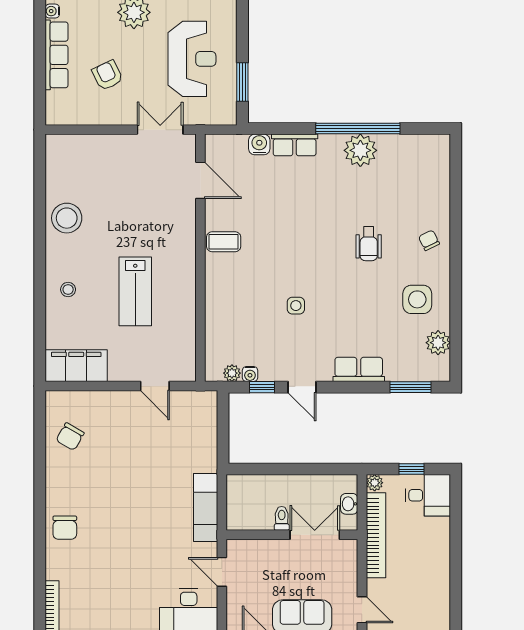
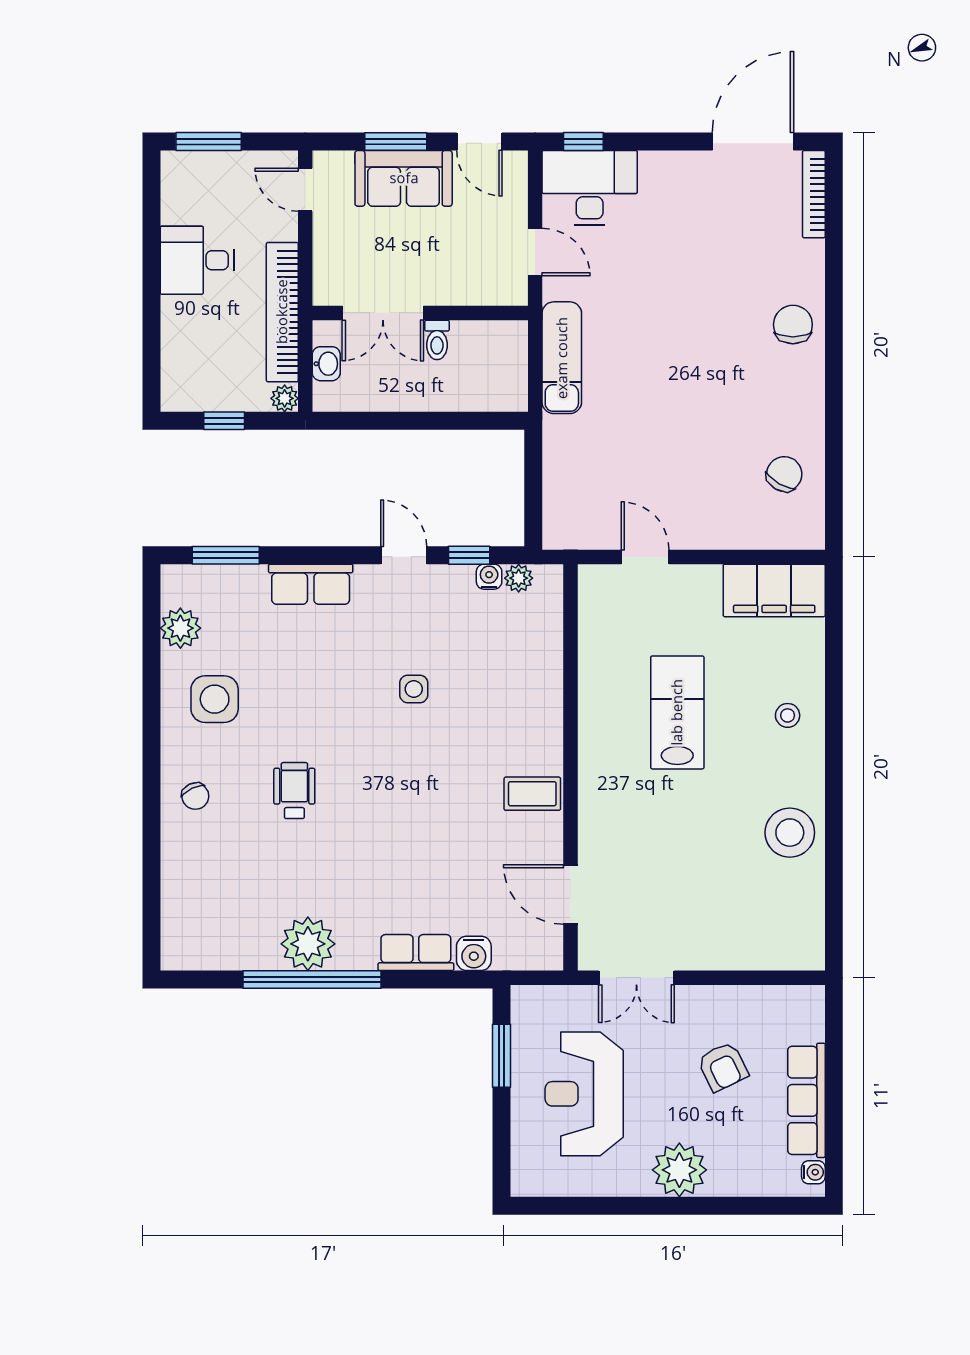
desk: (428, 495) -> (197, 260), moved

